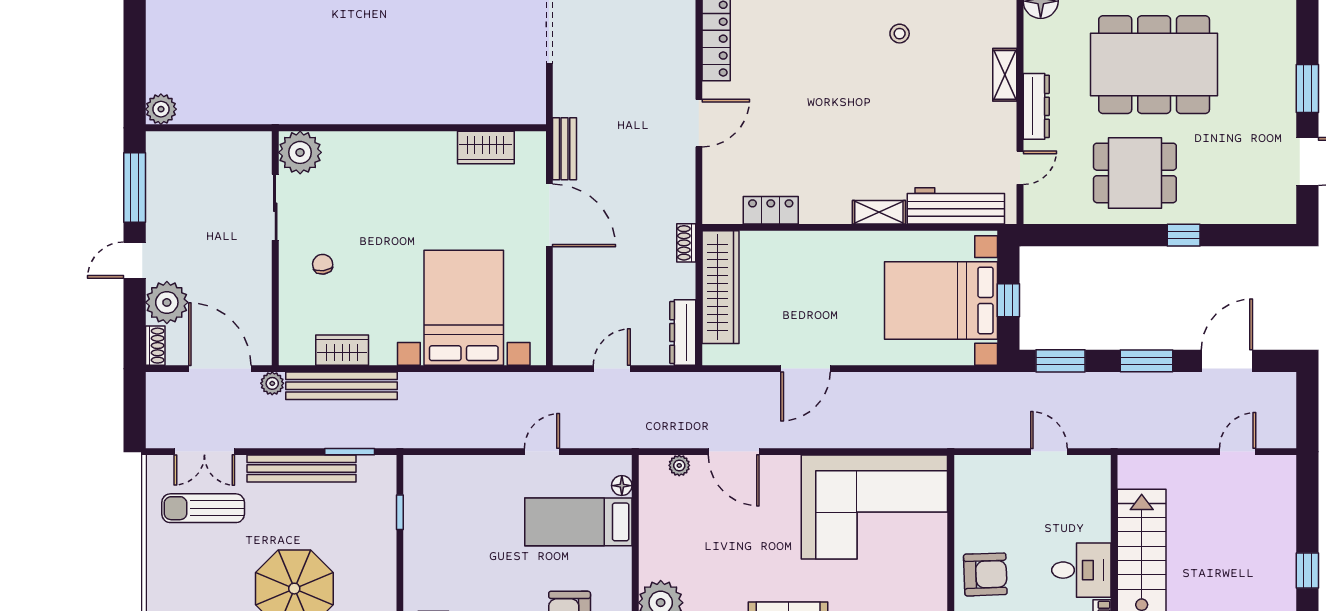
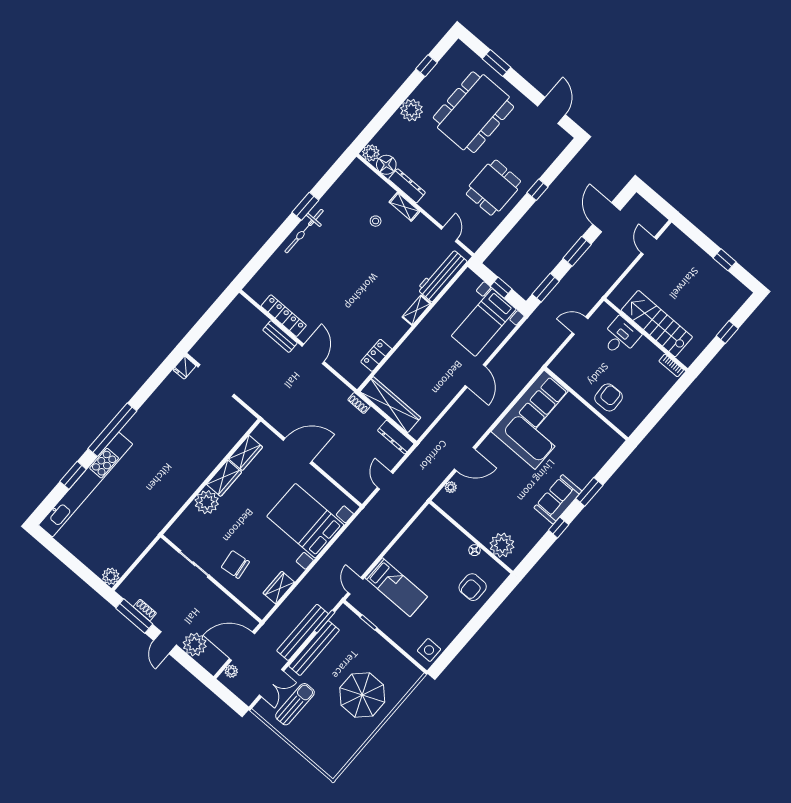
stool: (900, 34) -> (376, 221), moved
dining table: (1154, 65) -> (473, 112), moved
window: (1307, 89) -> (497, 63), moved
dresser: (1036, 106) -> (407, 186), moved
wardrobe: (426, 148) -> (224, 478), added
bench: (565, 149) -> (280, 337), moved
plant: (300, 152) -> (207, 502), moved
chair: (323, 264) -> (235, 565), width x1.87, depth x1.87
bed with nightstands: (941, 300) -> (484, 322), width x0.73
shoe rack: (155, 346) -> (145, 610), moved
door: (805, 369) -> (475, 376), moved
plant: (272, 383) -> (231, 671), moved
bench: (342, 386) -> (303, 632), moved
door: (542, 452) -> (355, 586), moved
floor lamp: (622, 486) -> (475, 550), moved
sun lounger: (203, 508) -> (295, 704), turned 180
bed: (578, 522) -> (396, 587), moved, turned -90
desk: (1081, 570) -> (620, 337), moved

